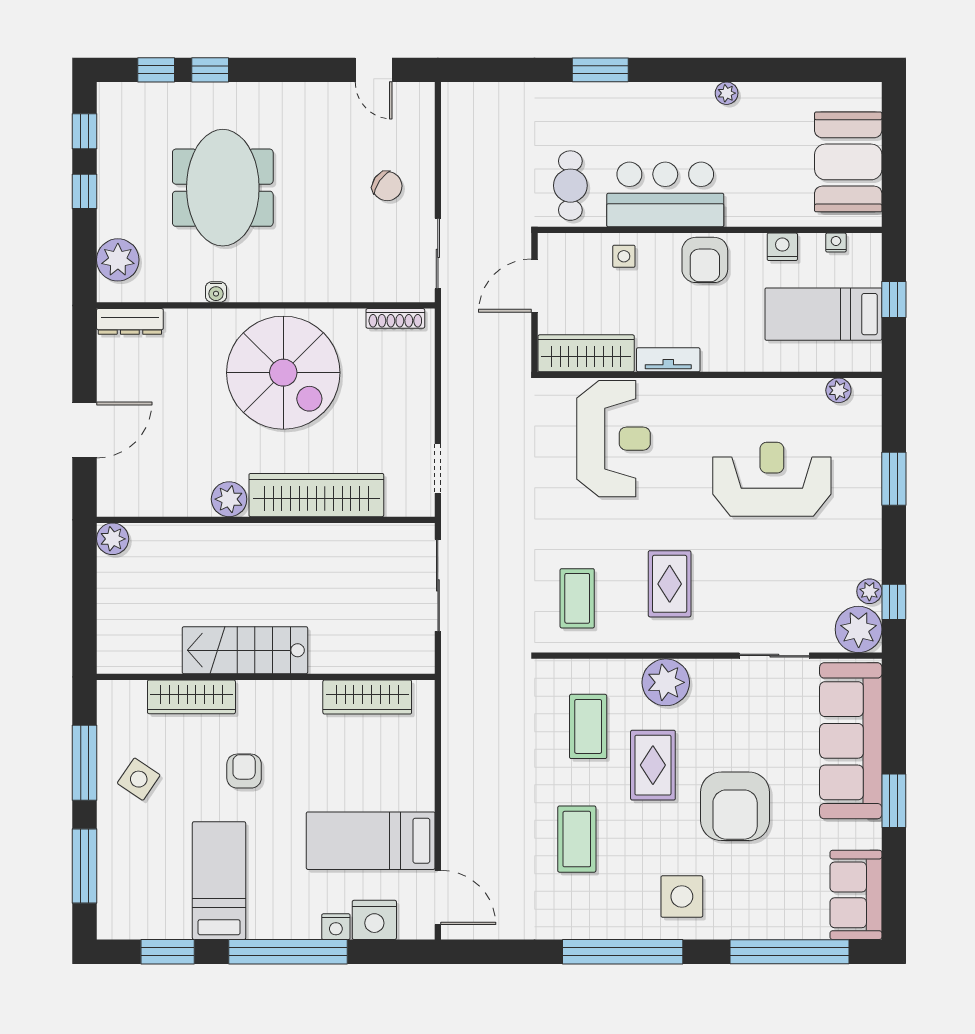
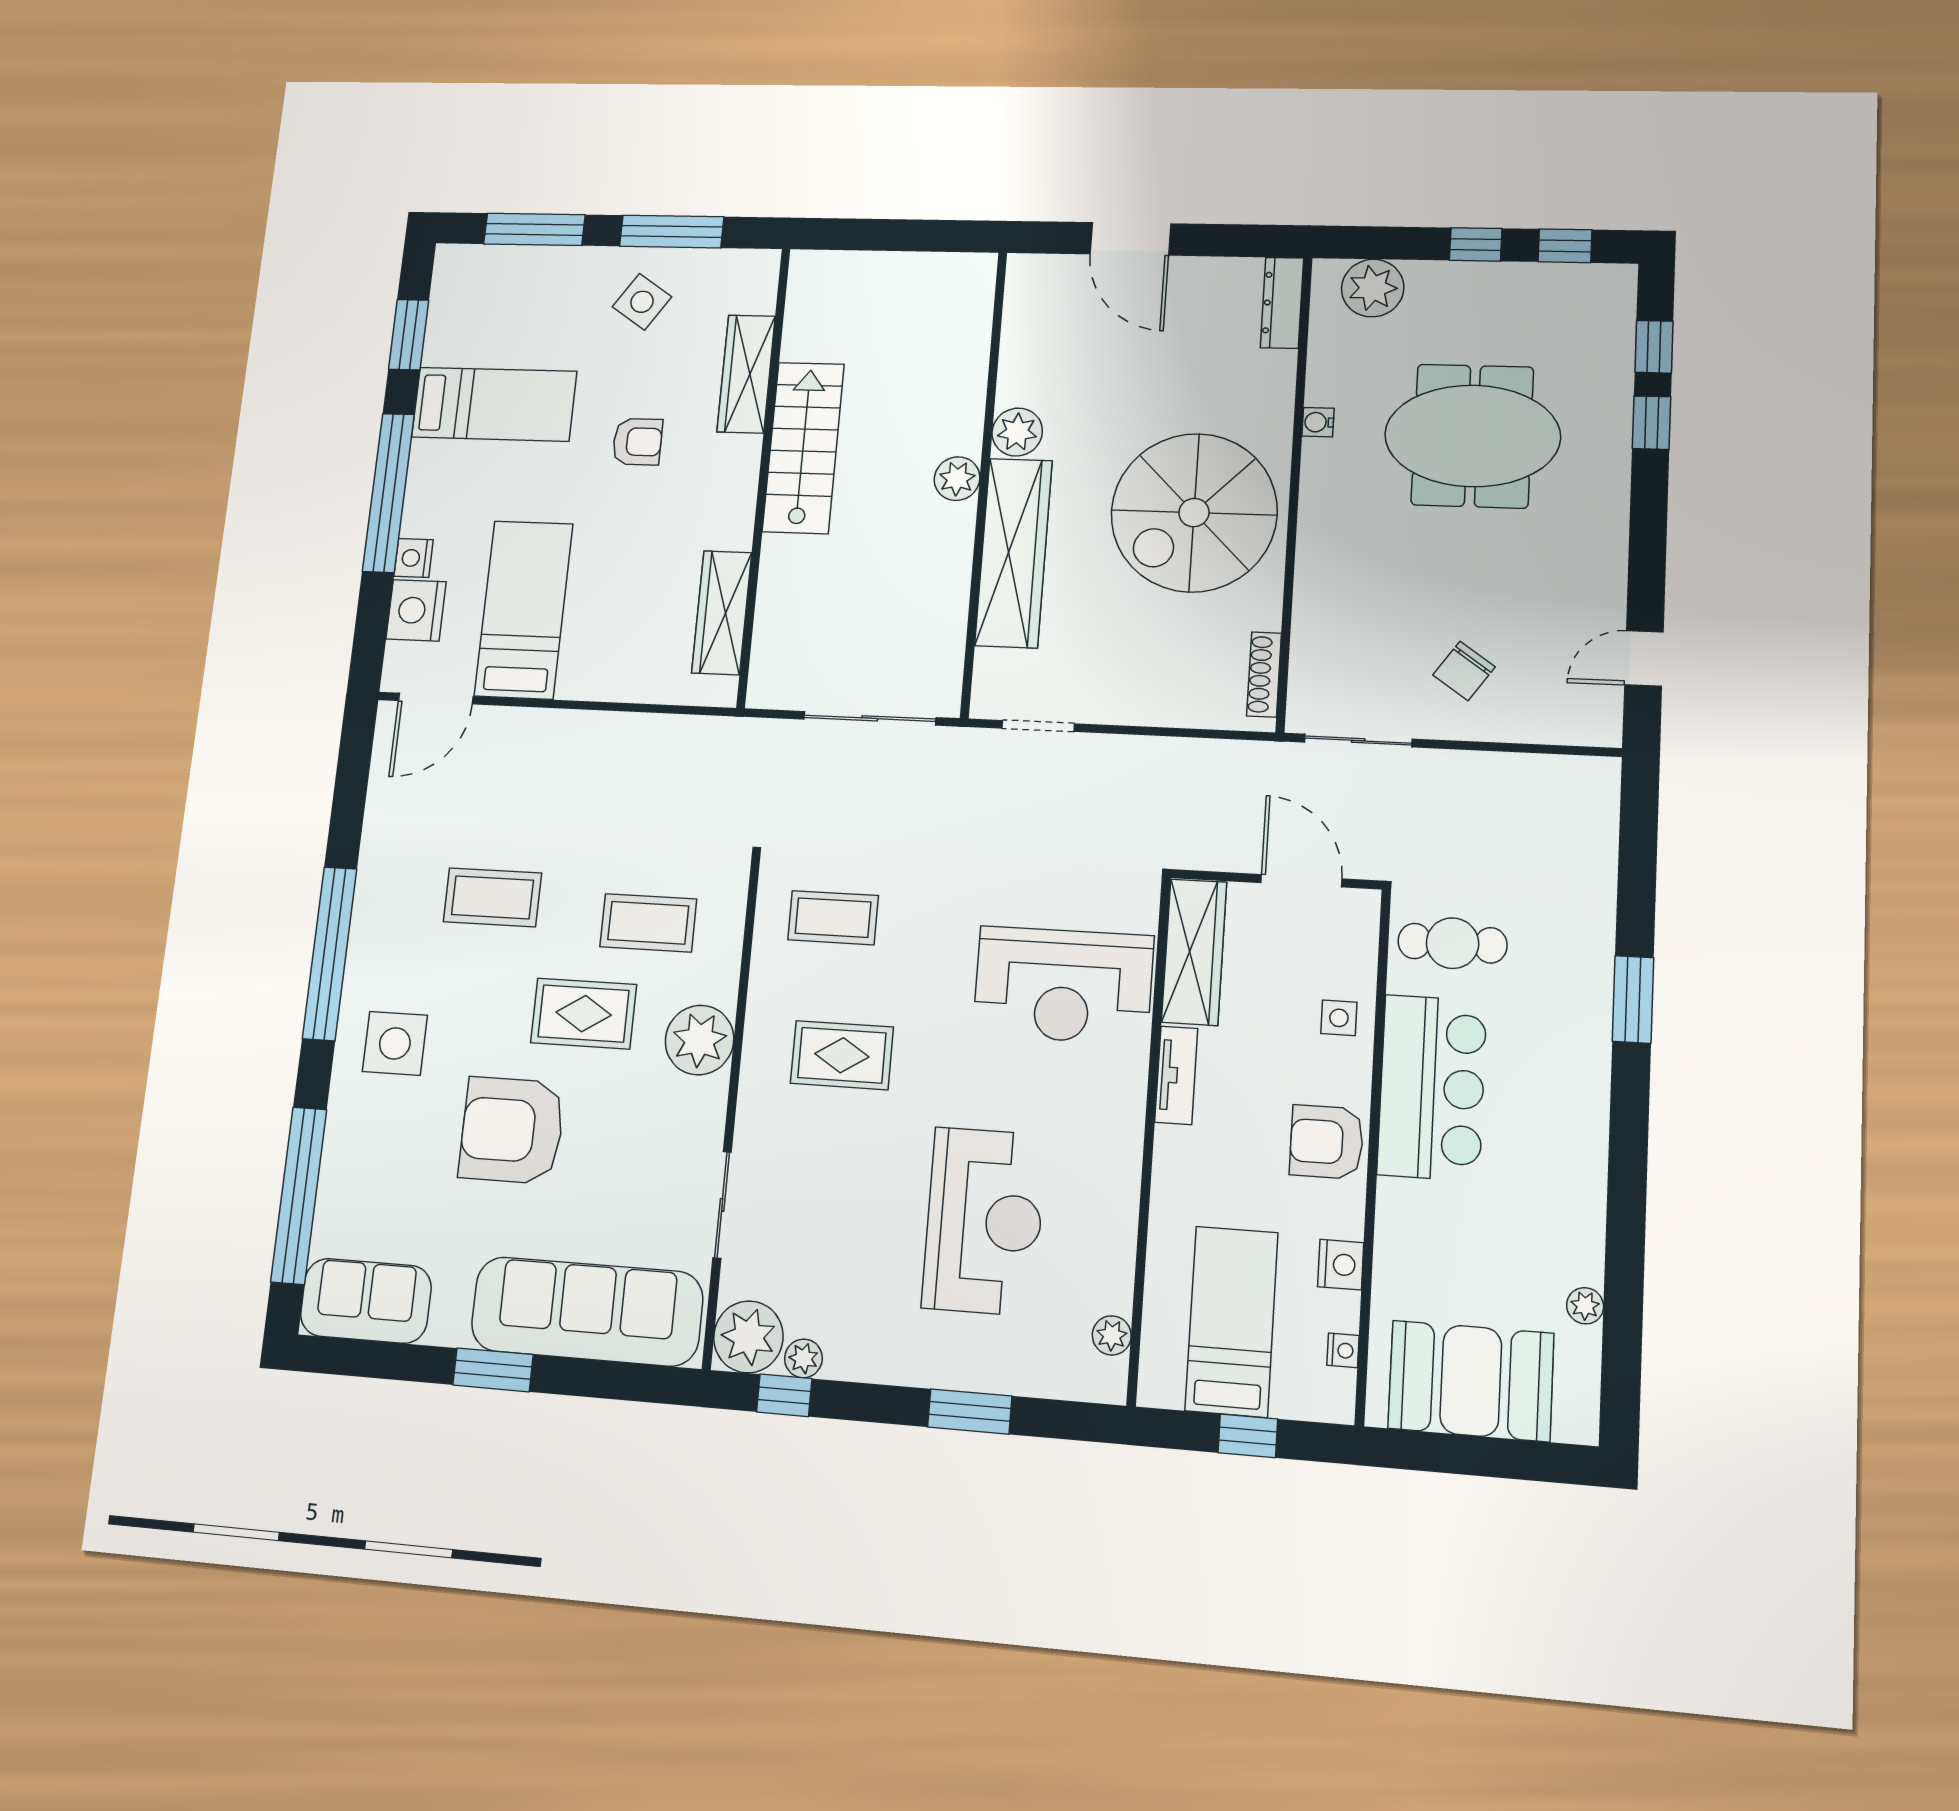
plant: (727, 93) -> (1585, 1306), moved
plant: (113, 539) -> (957, 479), moved

